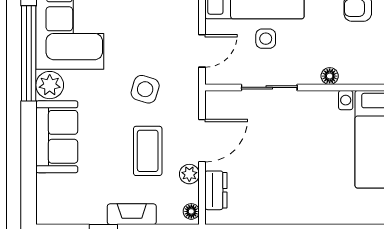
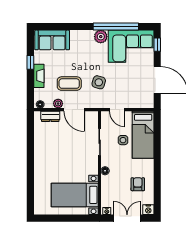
sofa: (57, 137) -> (52, 40), moved

